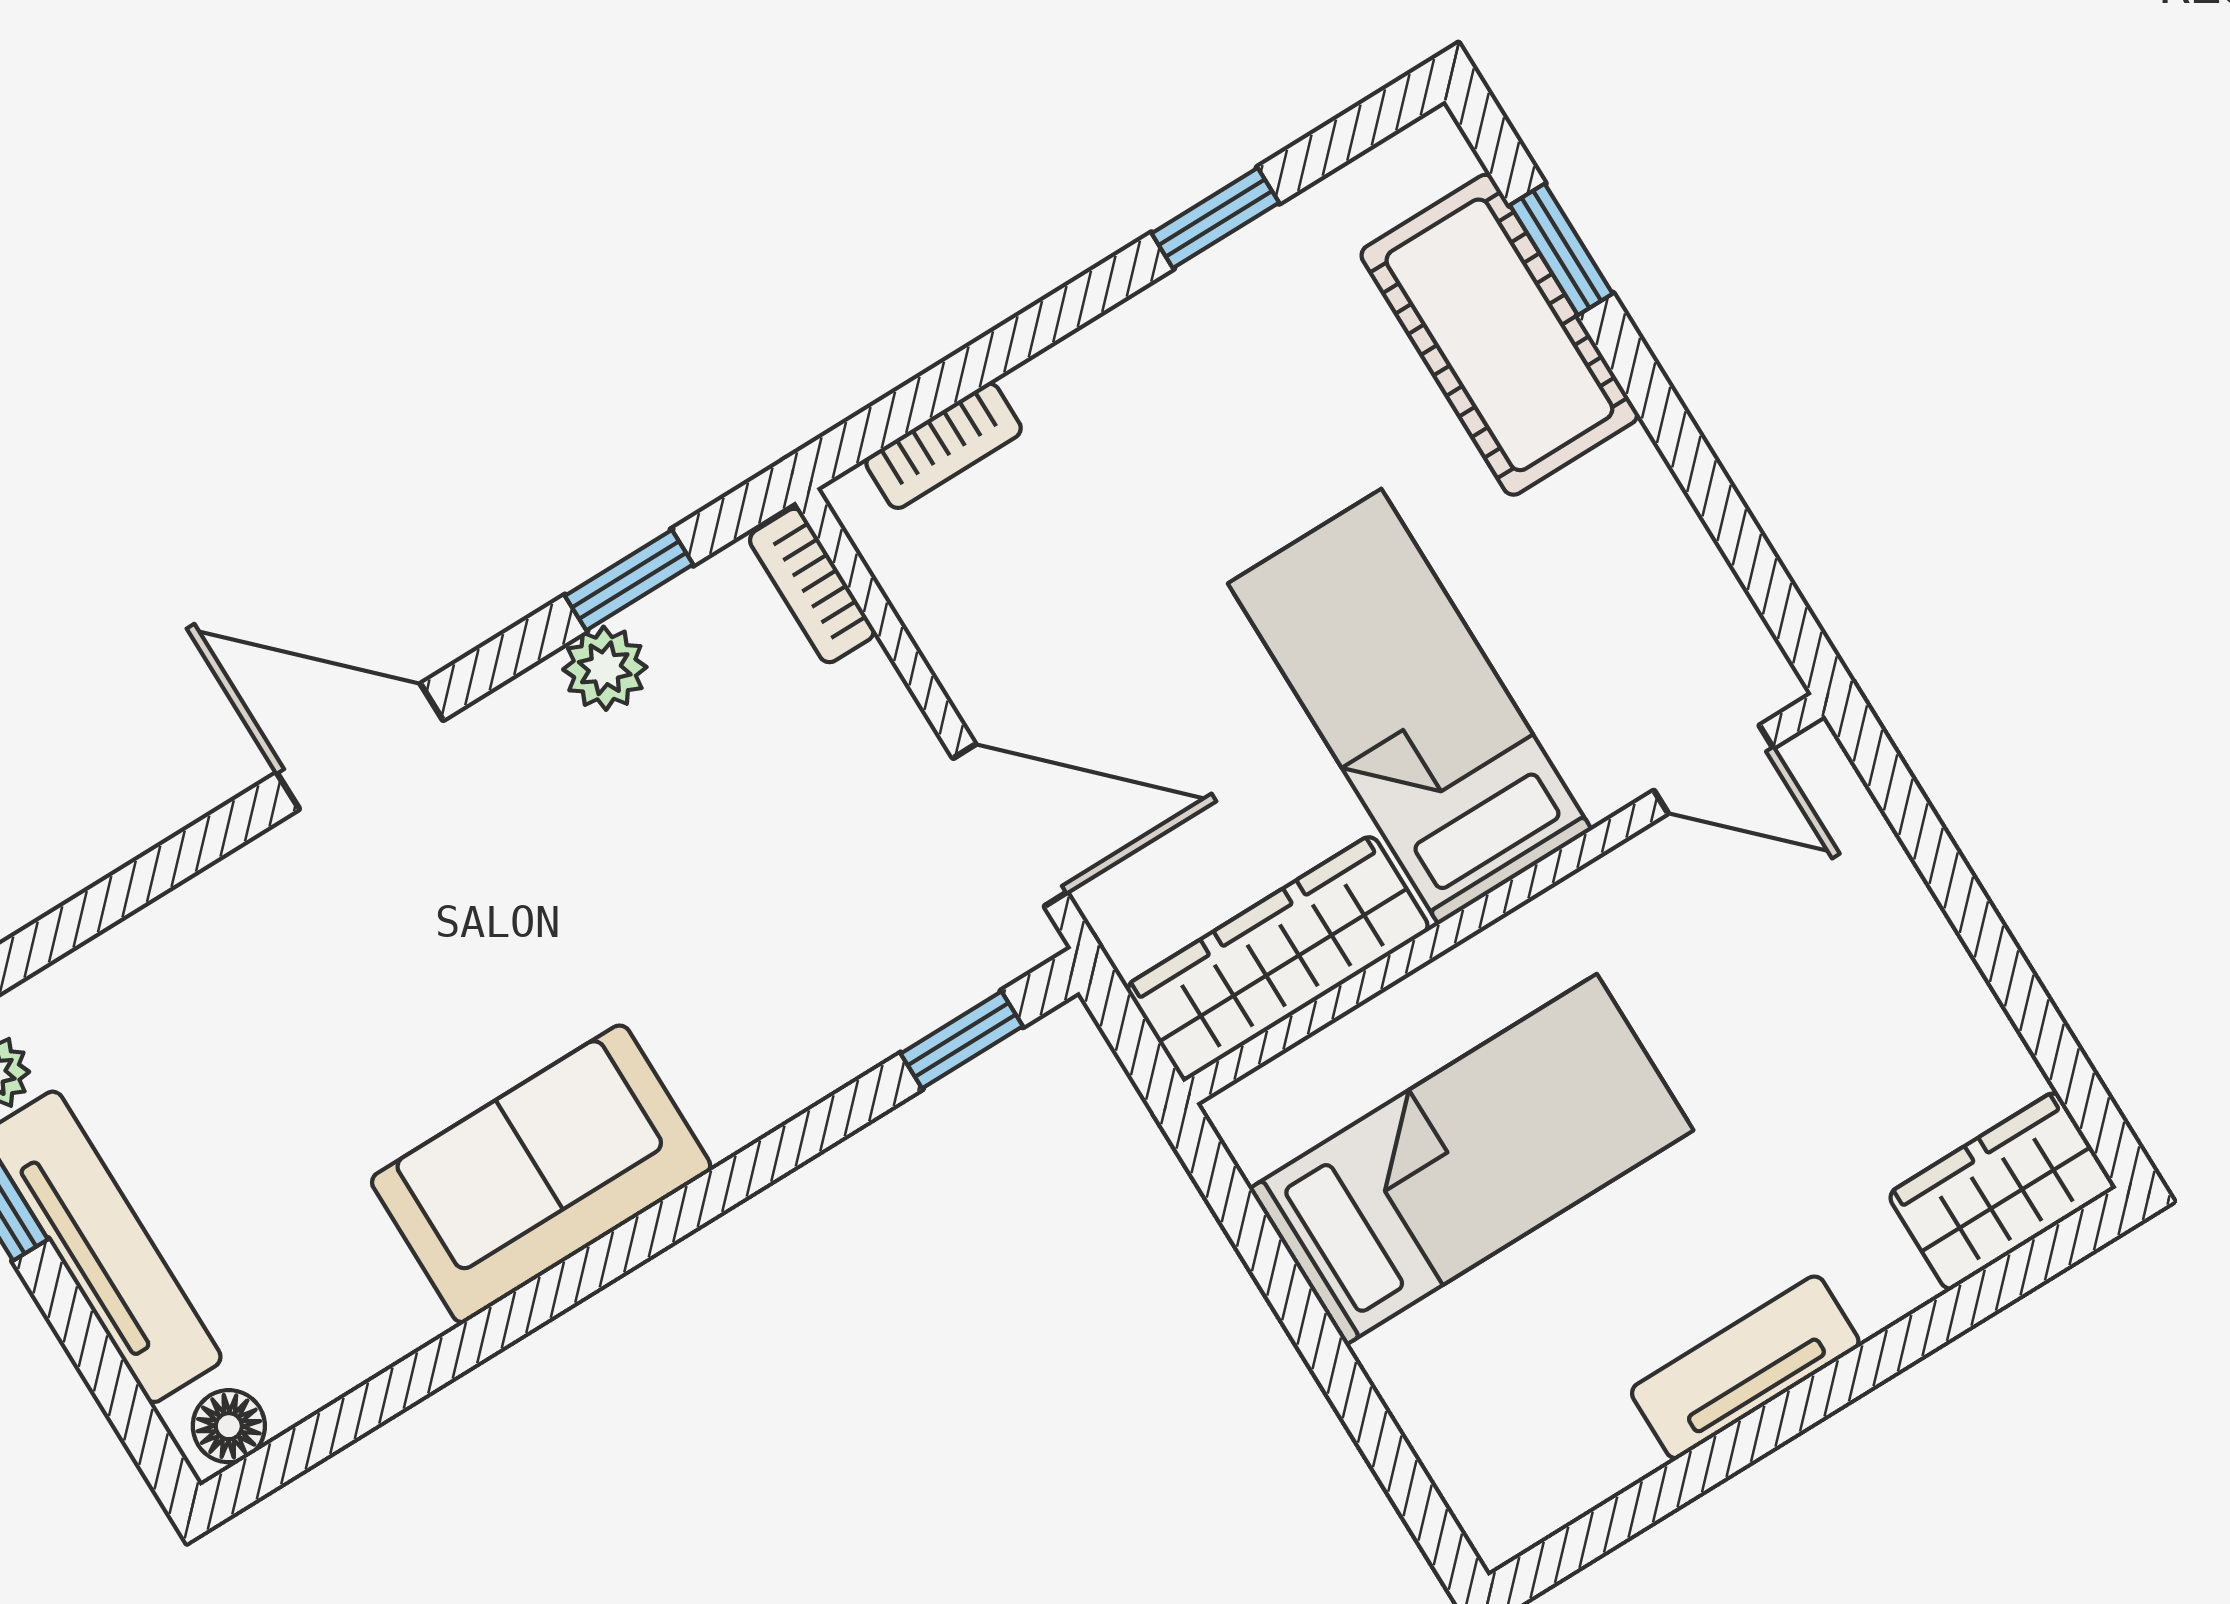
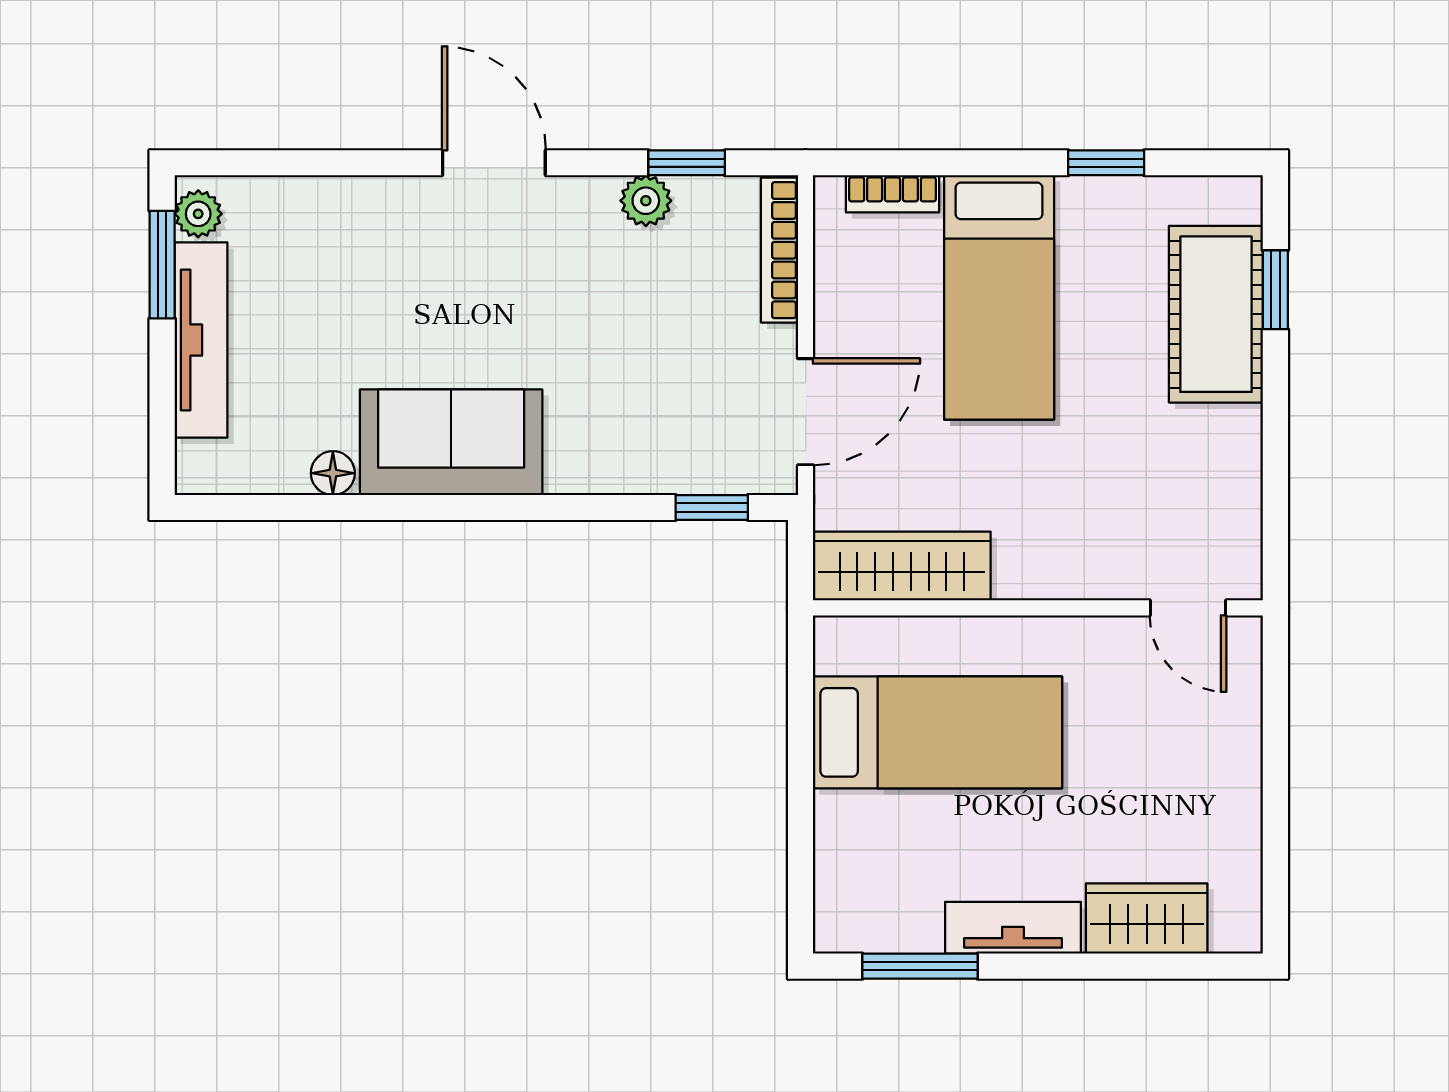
bookcase: (812, 585) -> (780, 250), width x1.56
bed: (1410, 707) -> (999, 297), moved, turned 180
door: (1010, 825) -> (806, 412), hinge flipped
wardrobe: (2002, 1191) -> (1147, 919), moved
floor lamp: (229, 1426) -> (333, 473), moved
window: (1648, 1501) -> (920, 966), added

